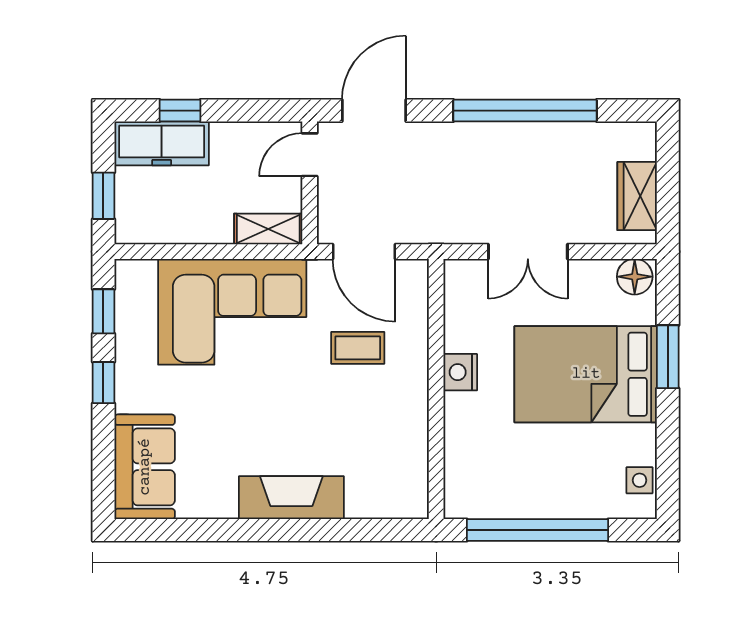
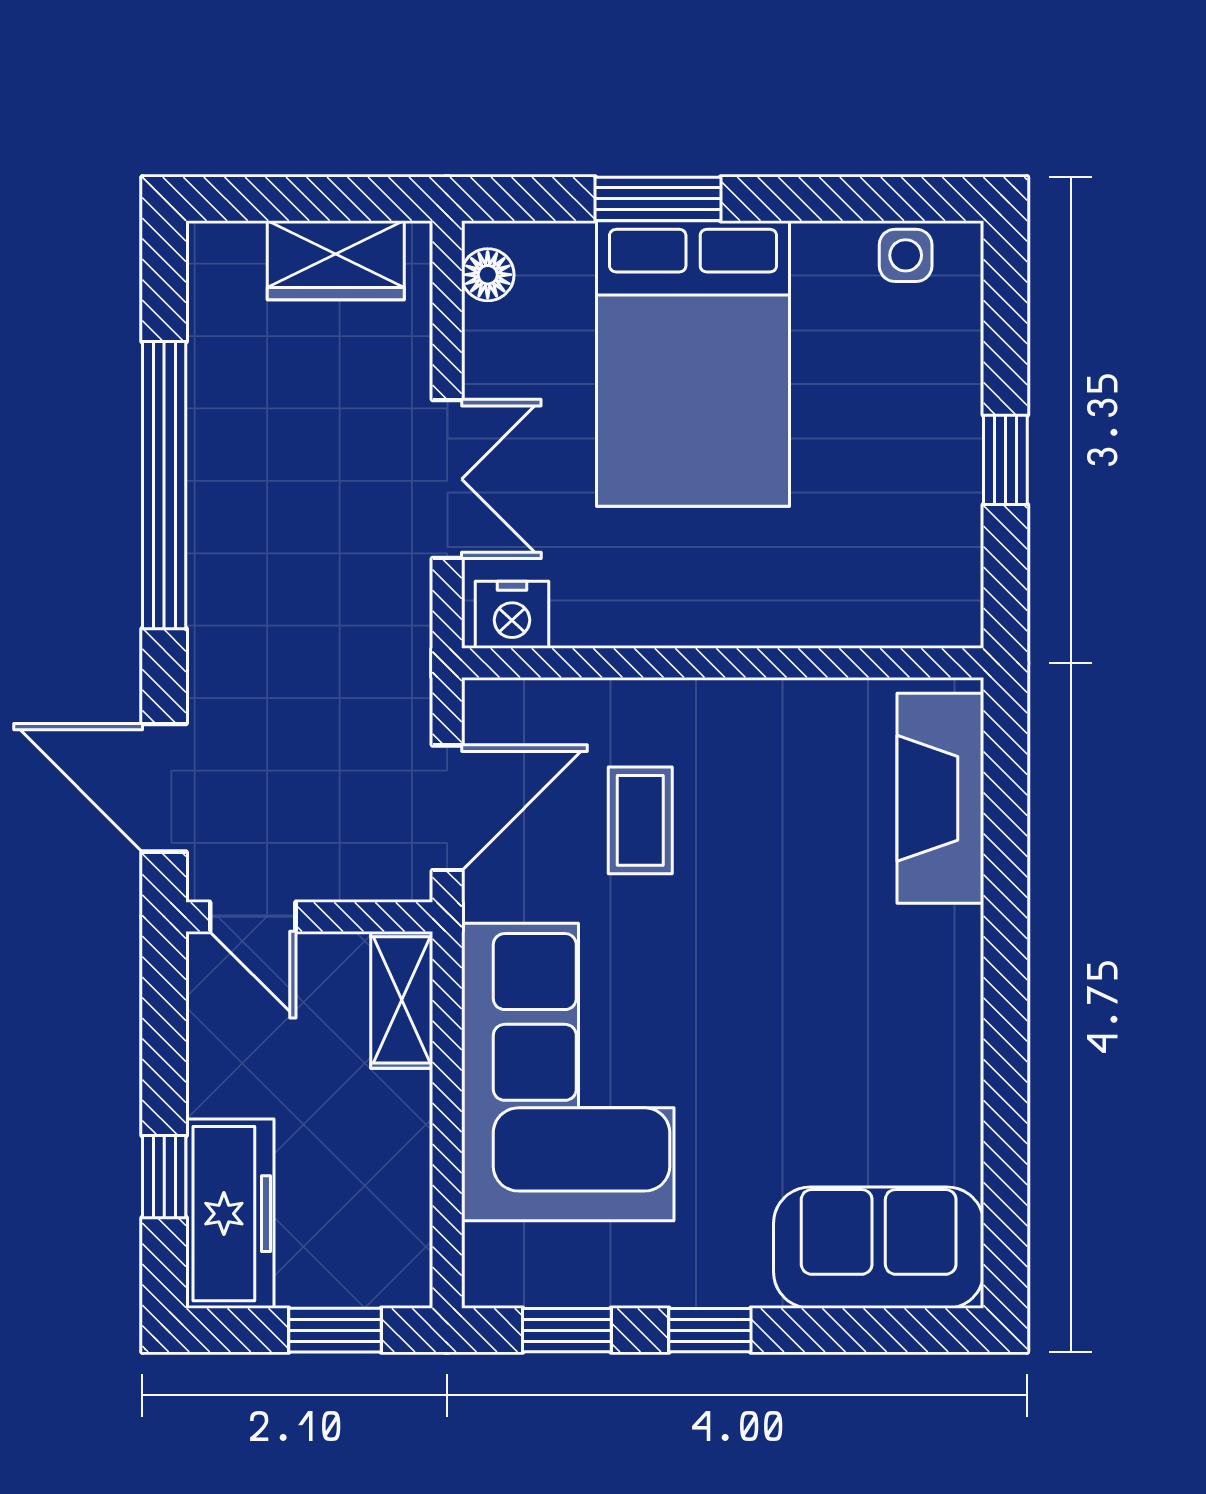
floor lamp: (635, 277) -> (488, 275), width x0.73, depth x0.73
nightstand: (460, 372) -> (512, 615), moved
fireplace: (291, 498) -> (940, 798), moved
window: (538, 530) -> (1005, 460), width x0.32

